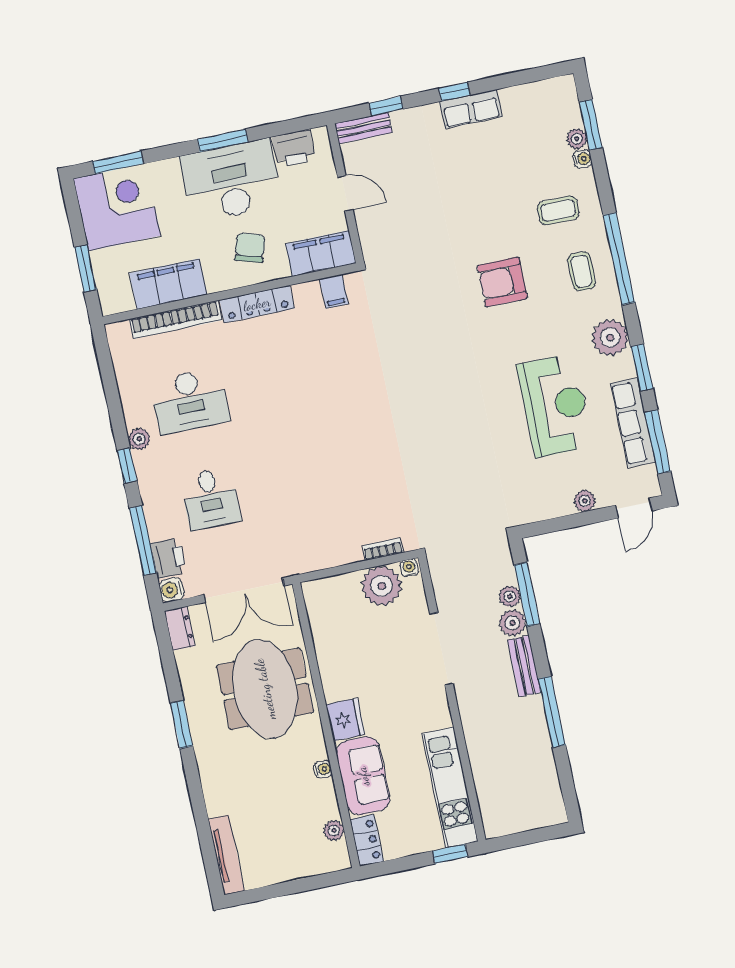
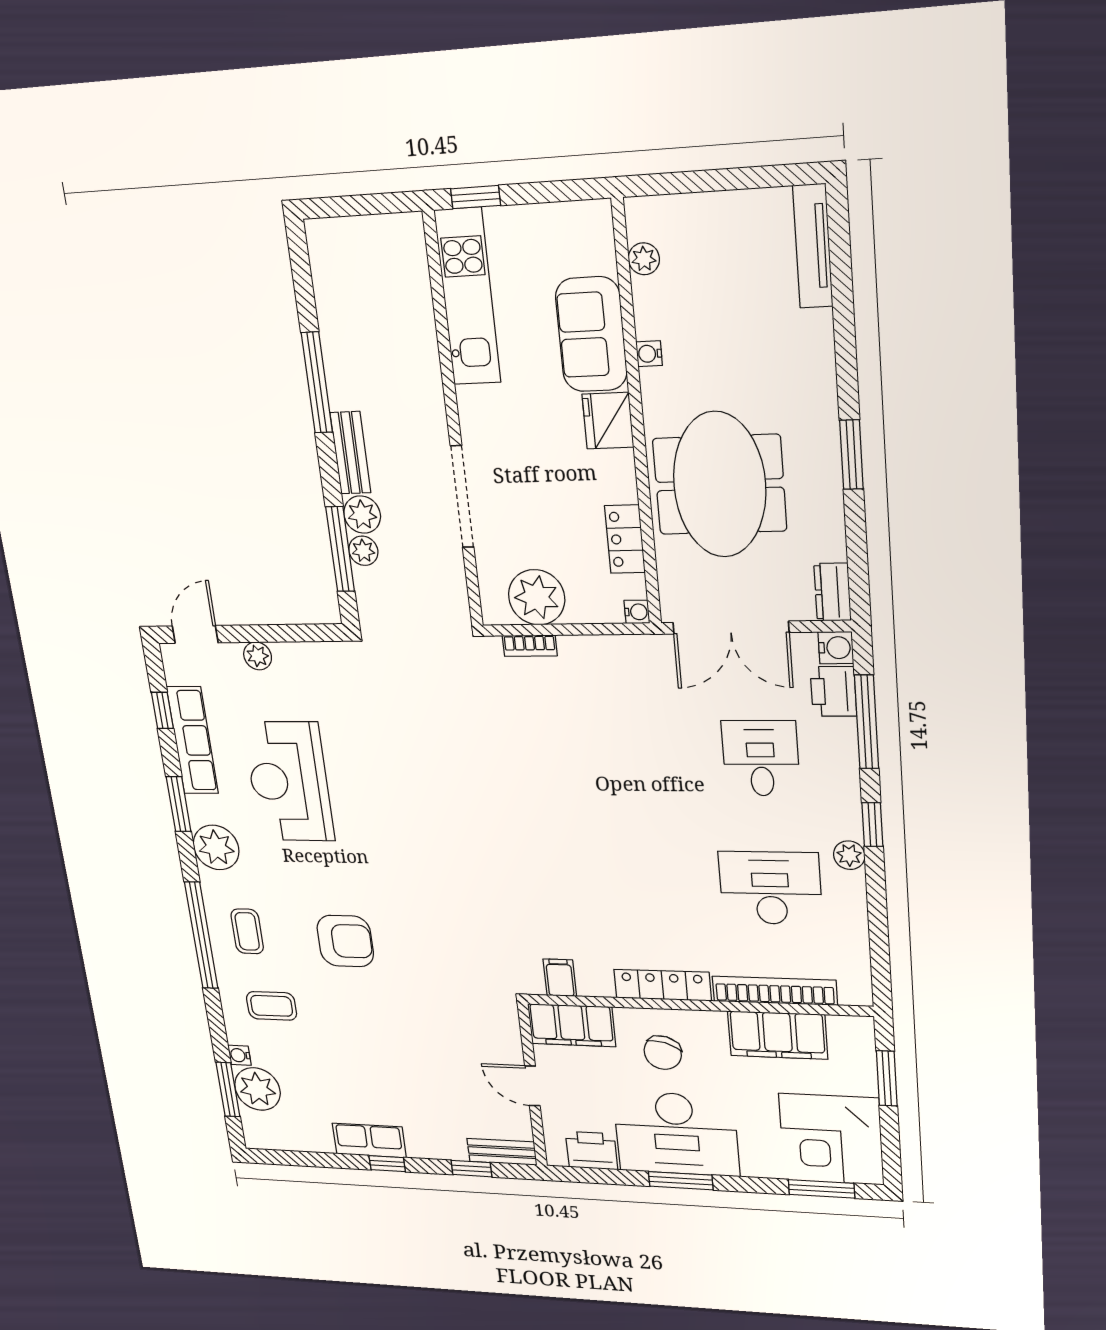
plant: (577, 139) -> (257, 1089), width x1.88, depth x1.88
window: (658, 442) -> (162, 710), width x0.46
water cooler: (409, 568) -> (637, 612), moved, turned -90
double door: (244, 590) -> (731, 628), swing flipped
locker: (367, 840) -> (625, 539), moved

